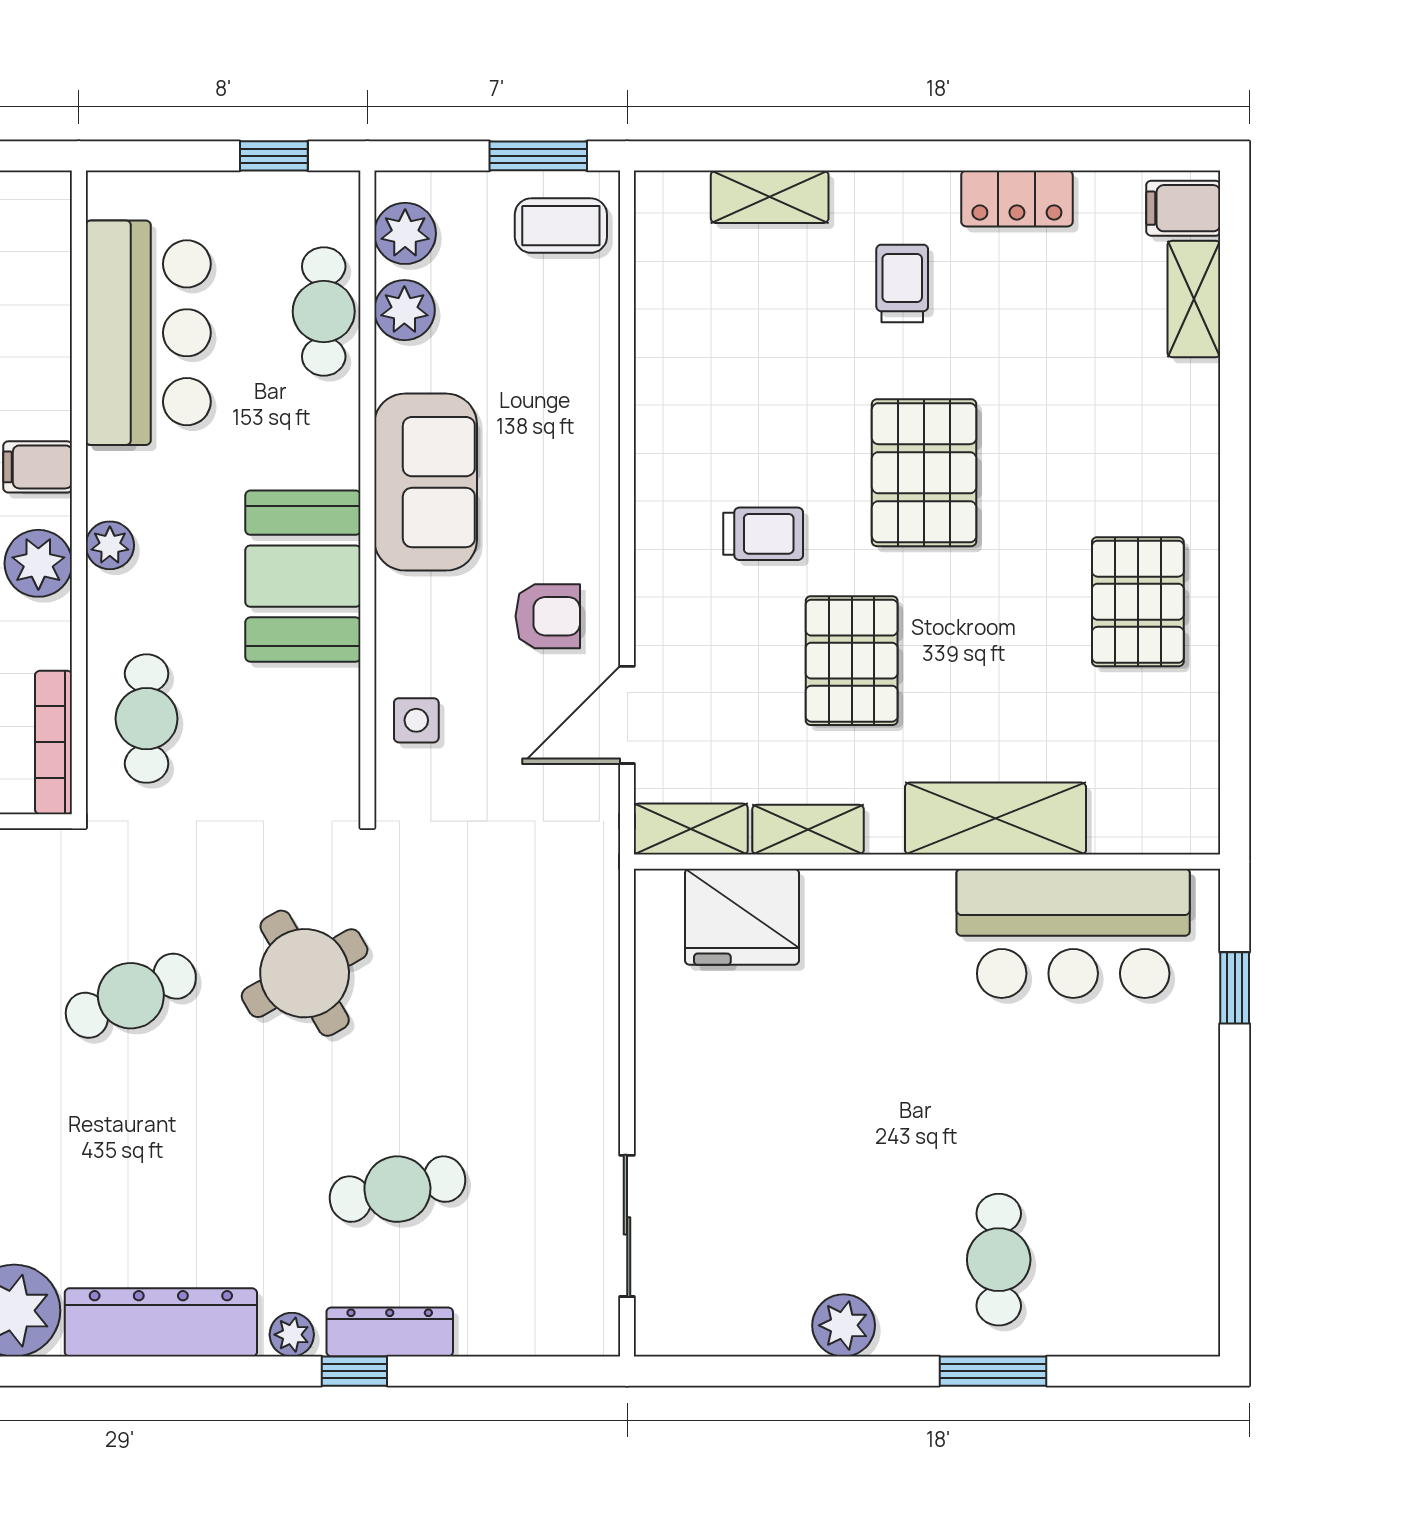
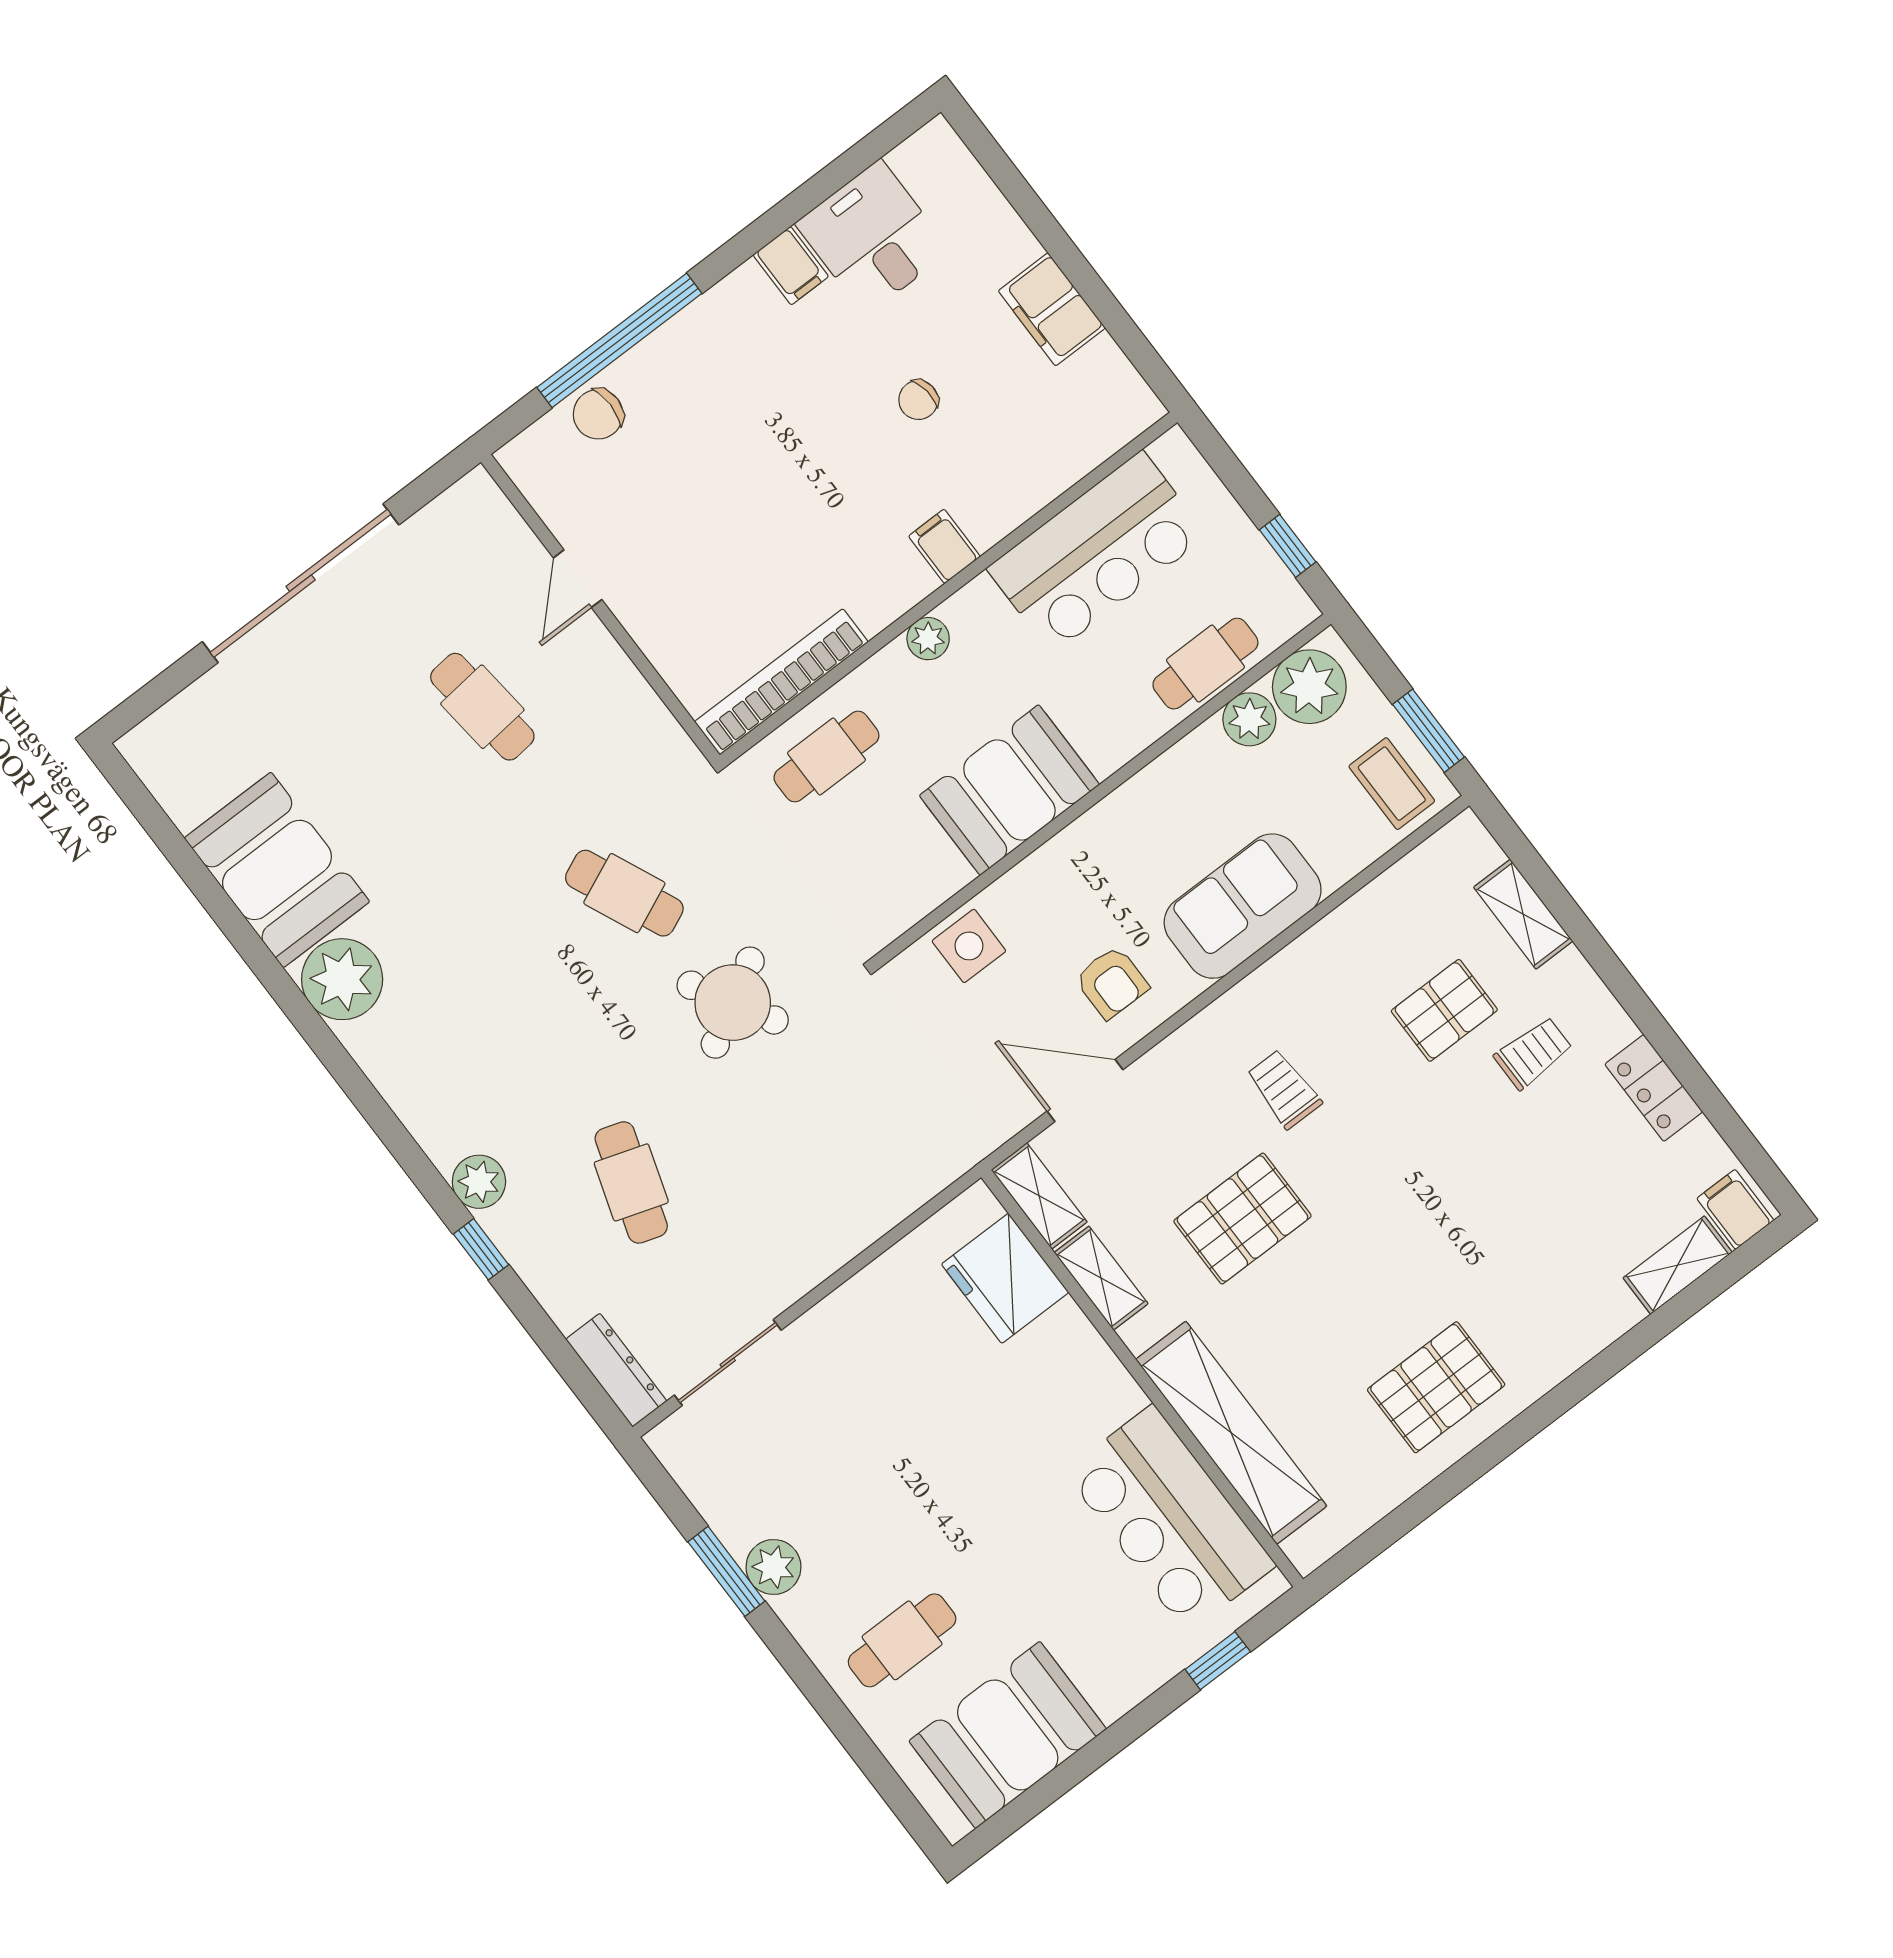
plant: (405, 233) -> (1309, 687), width x1.36, depth x1.36
pallet: (924, 473) -> (1444, 1010), moved, width x0.67, depth x0.71
sofa: (426, 482) -> (1243, 906), moved, turned 180
trolley: (763, 534) -> (1284, 1089), turned 180
plant: (38, 563) -> (877, 598), removed
side table: (416, 720) -> (969, 946), width x1.37, depth x1.37
bookcase: (54, 742) -> (781, 682), width x1.48, depth x1.31
shelving: (996, 819) -> (1231, 1433), width x1.47
cafe table: (397, 1189) -> (631, 1182), turned 30
booth: (1157, 1229) -> (1008, 1735), added
dresser: (161, 1322) -> (412, 1088), removed
dresser: (390, 1332) -> (616, 1370), moved
plant: (292, 1335) -> (479, 1182), width x1.38, depth x1.38
window: (993, 1371) -> (726, 1571), moved

